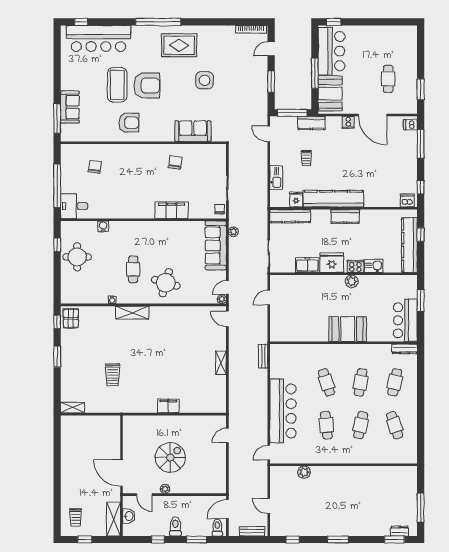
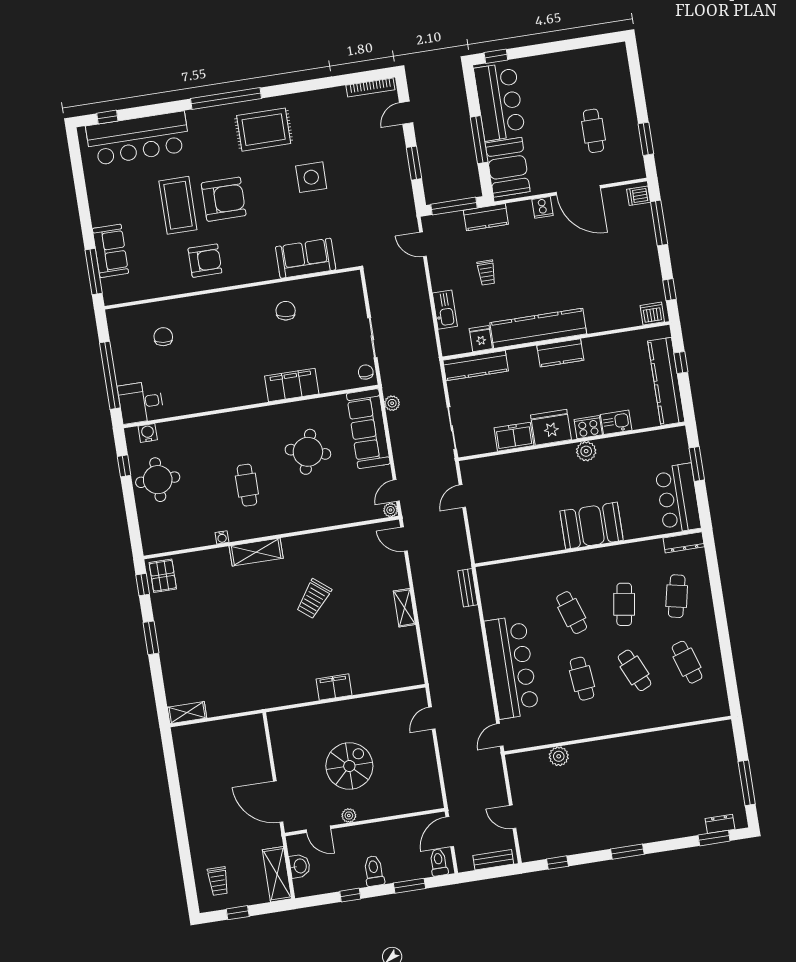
water cooler: (103, 226) -> (148, 433), moved
round table: (166, 283) -> (308, 452), moved
trolley: (113, 375) -> (314, 599), moved, turned 39
cafe table: (361, 425) -> (635, 670), turned -36

